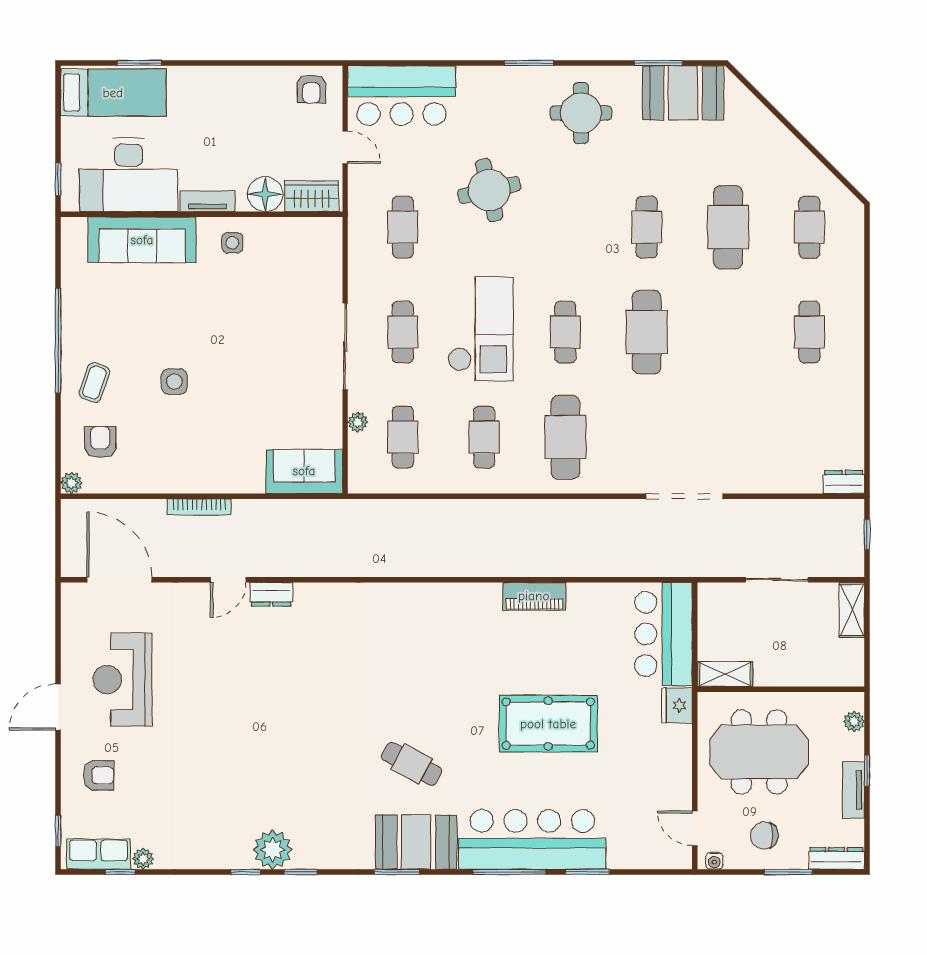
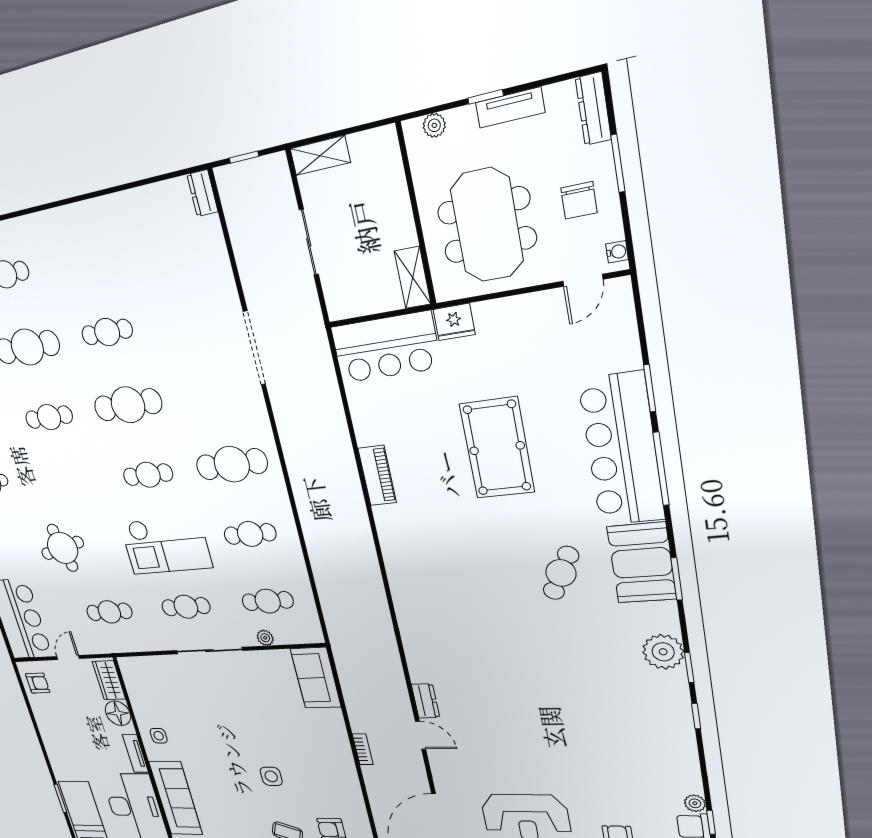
checkout: (480, 329) -> (166, 545), turned 180
cafe table: (809, 332) -> (107, 332), moved
bookcase: (199, 507) -> (363, 749), width x0.64
plant: (273, 850) -> (663, 652), moved

